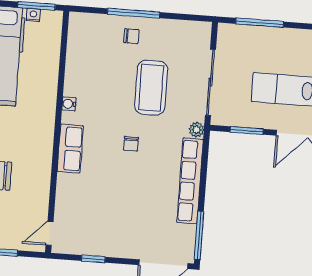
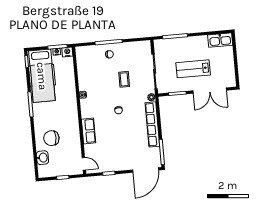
nightstand: (53, 19) -> (67, 52), added
coffee table: (151, 88) -> (124, 79), width x0.54, depth x0.58
row of seats: (70, 149) -> (89, 131), moved
door: (50, 233) -> (84, 164), swing flipped

